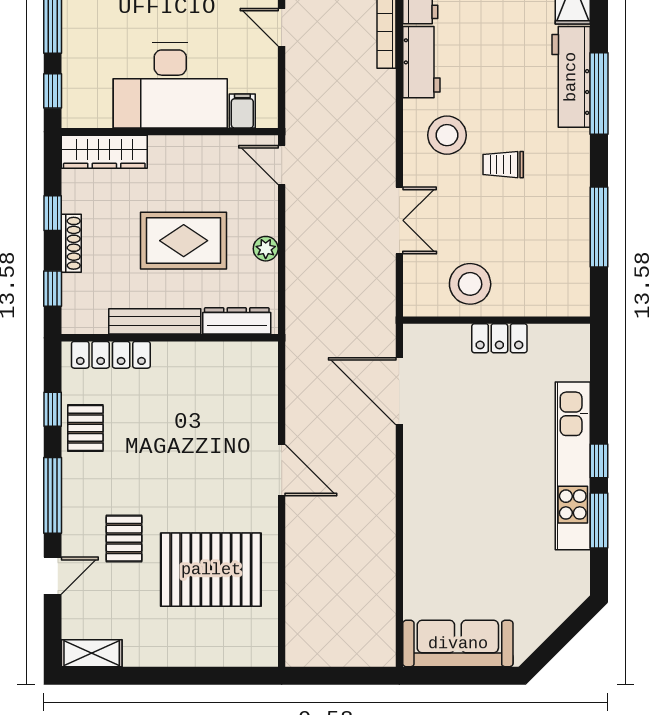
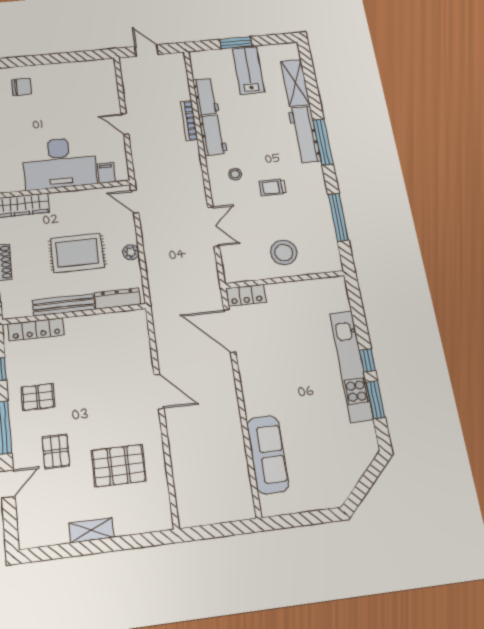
stool: (447, 135) -> (235, 174), width x0.53, depth x0.53
stool: (470, 284) -> (284, 252), moved
locker: (499, 338) -> (246, 295), moved
pallet: (85, 428) -> (38, 397), moved, turned 90
pallet: (211, 570) -> (119, 466), width x0.73, depth x0.71
sofa: (458, 644) -> (268, 455), moved, turned 90
shelving: (92, 653) -> (91, 530), moved

